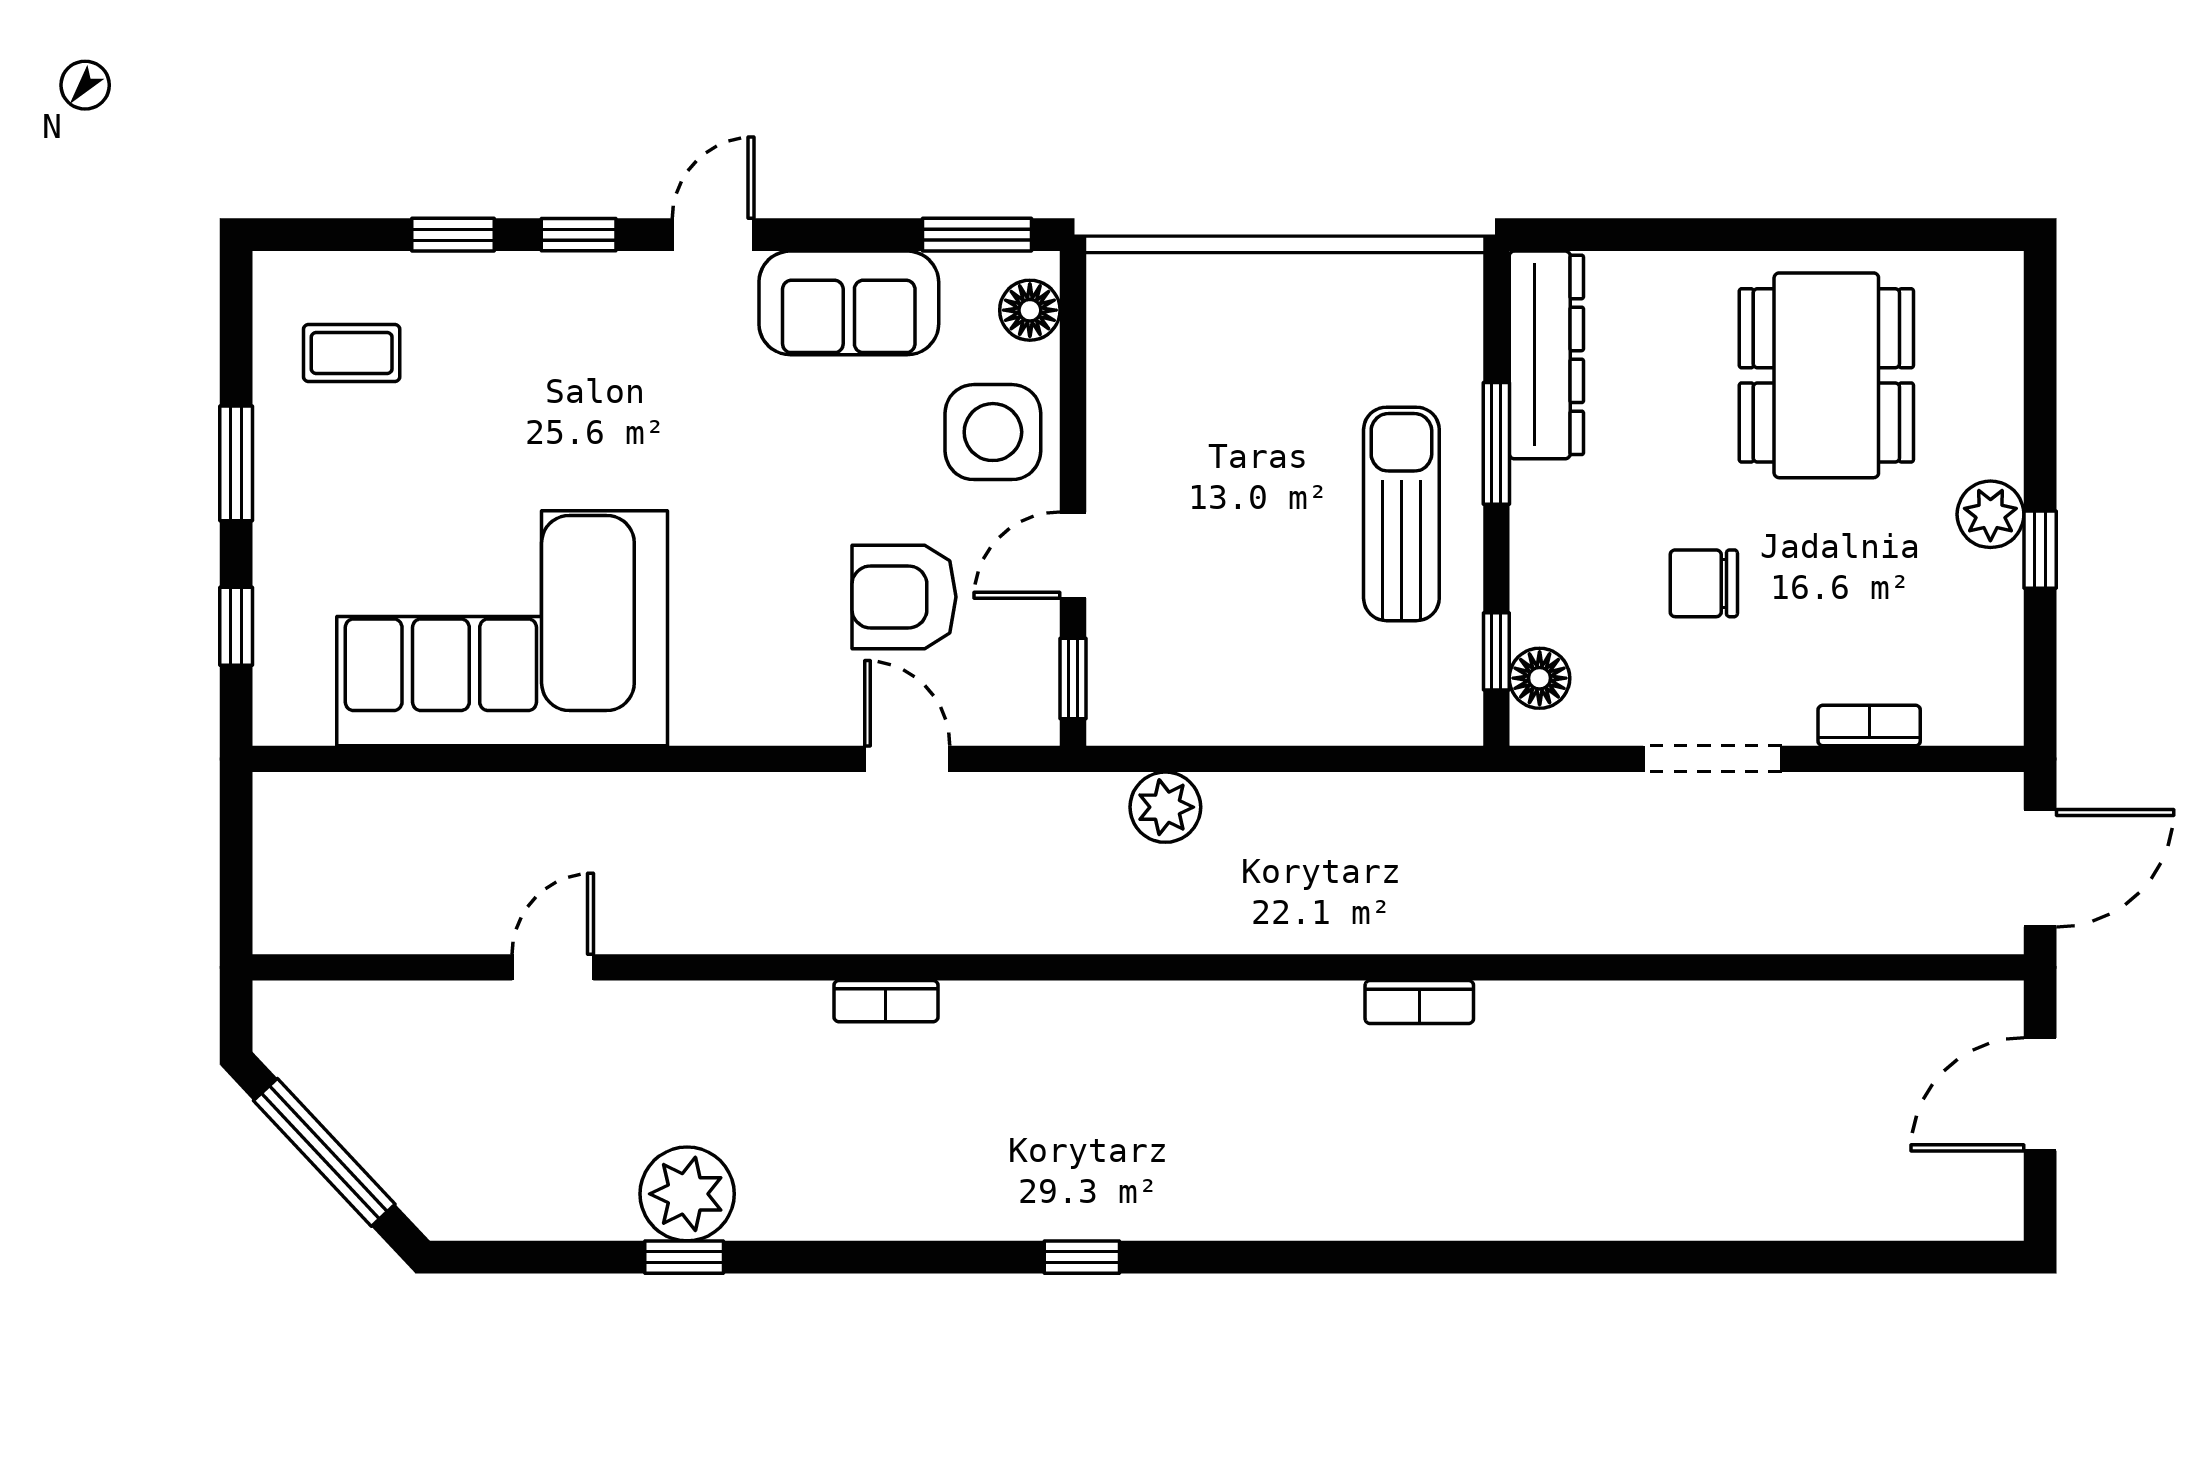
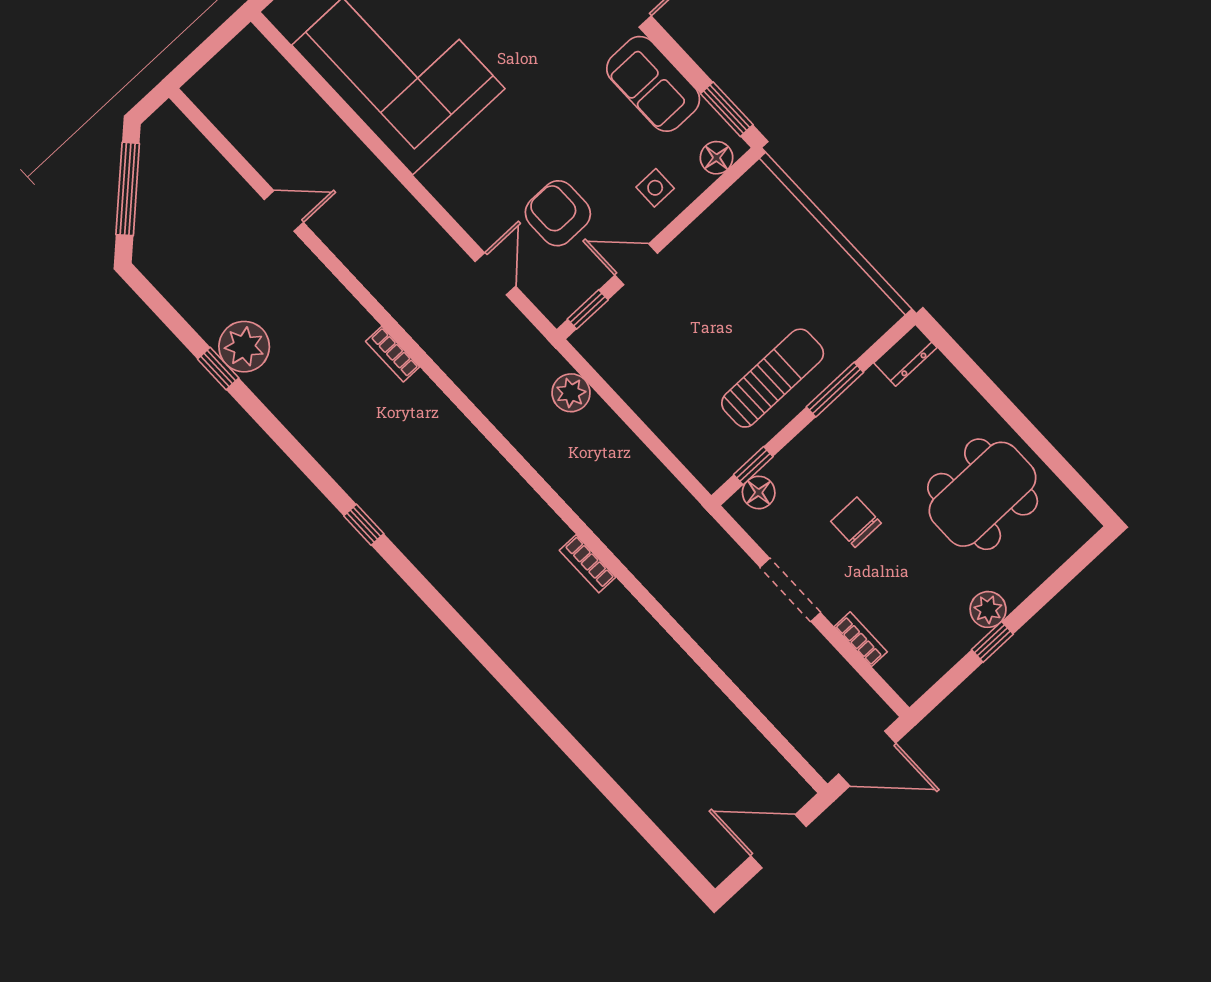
dresser: (1546, 355) -> (905, 355), width x0.51, depth x0.80
side table: (993, 432) -> (655, 188), width x0.54, depth x0.54

